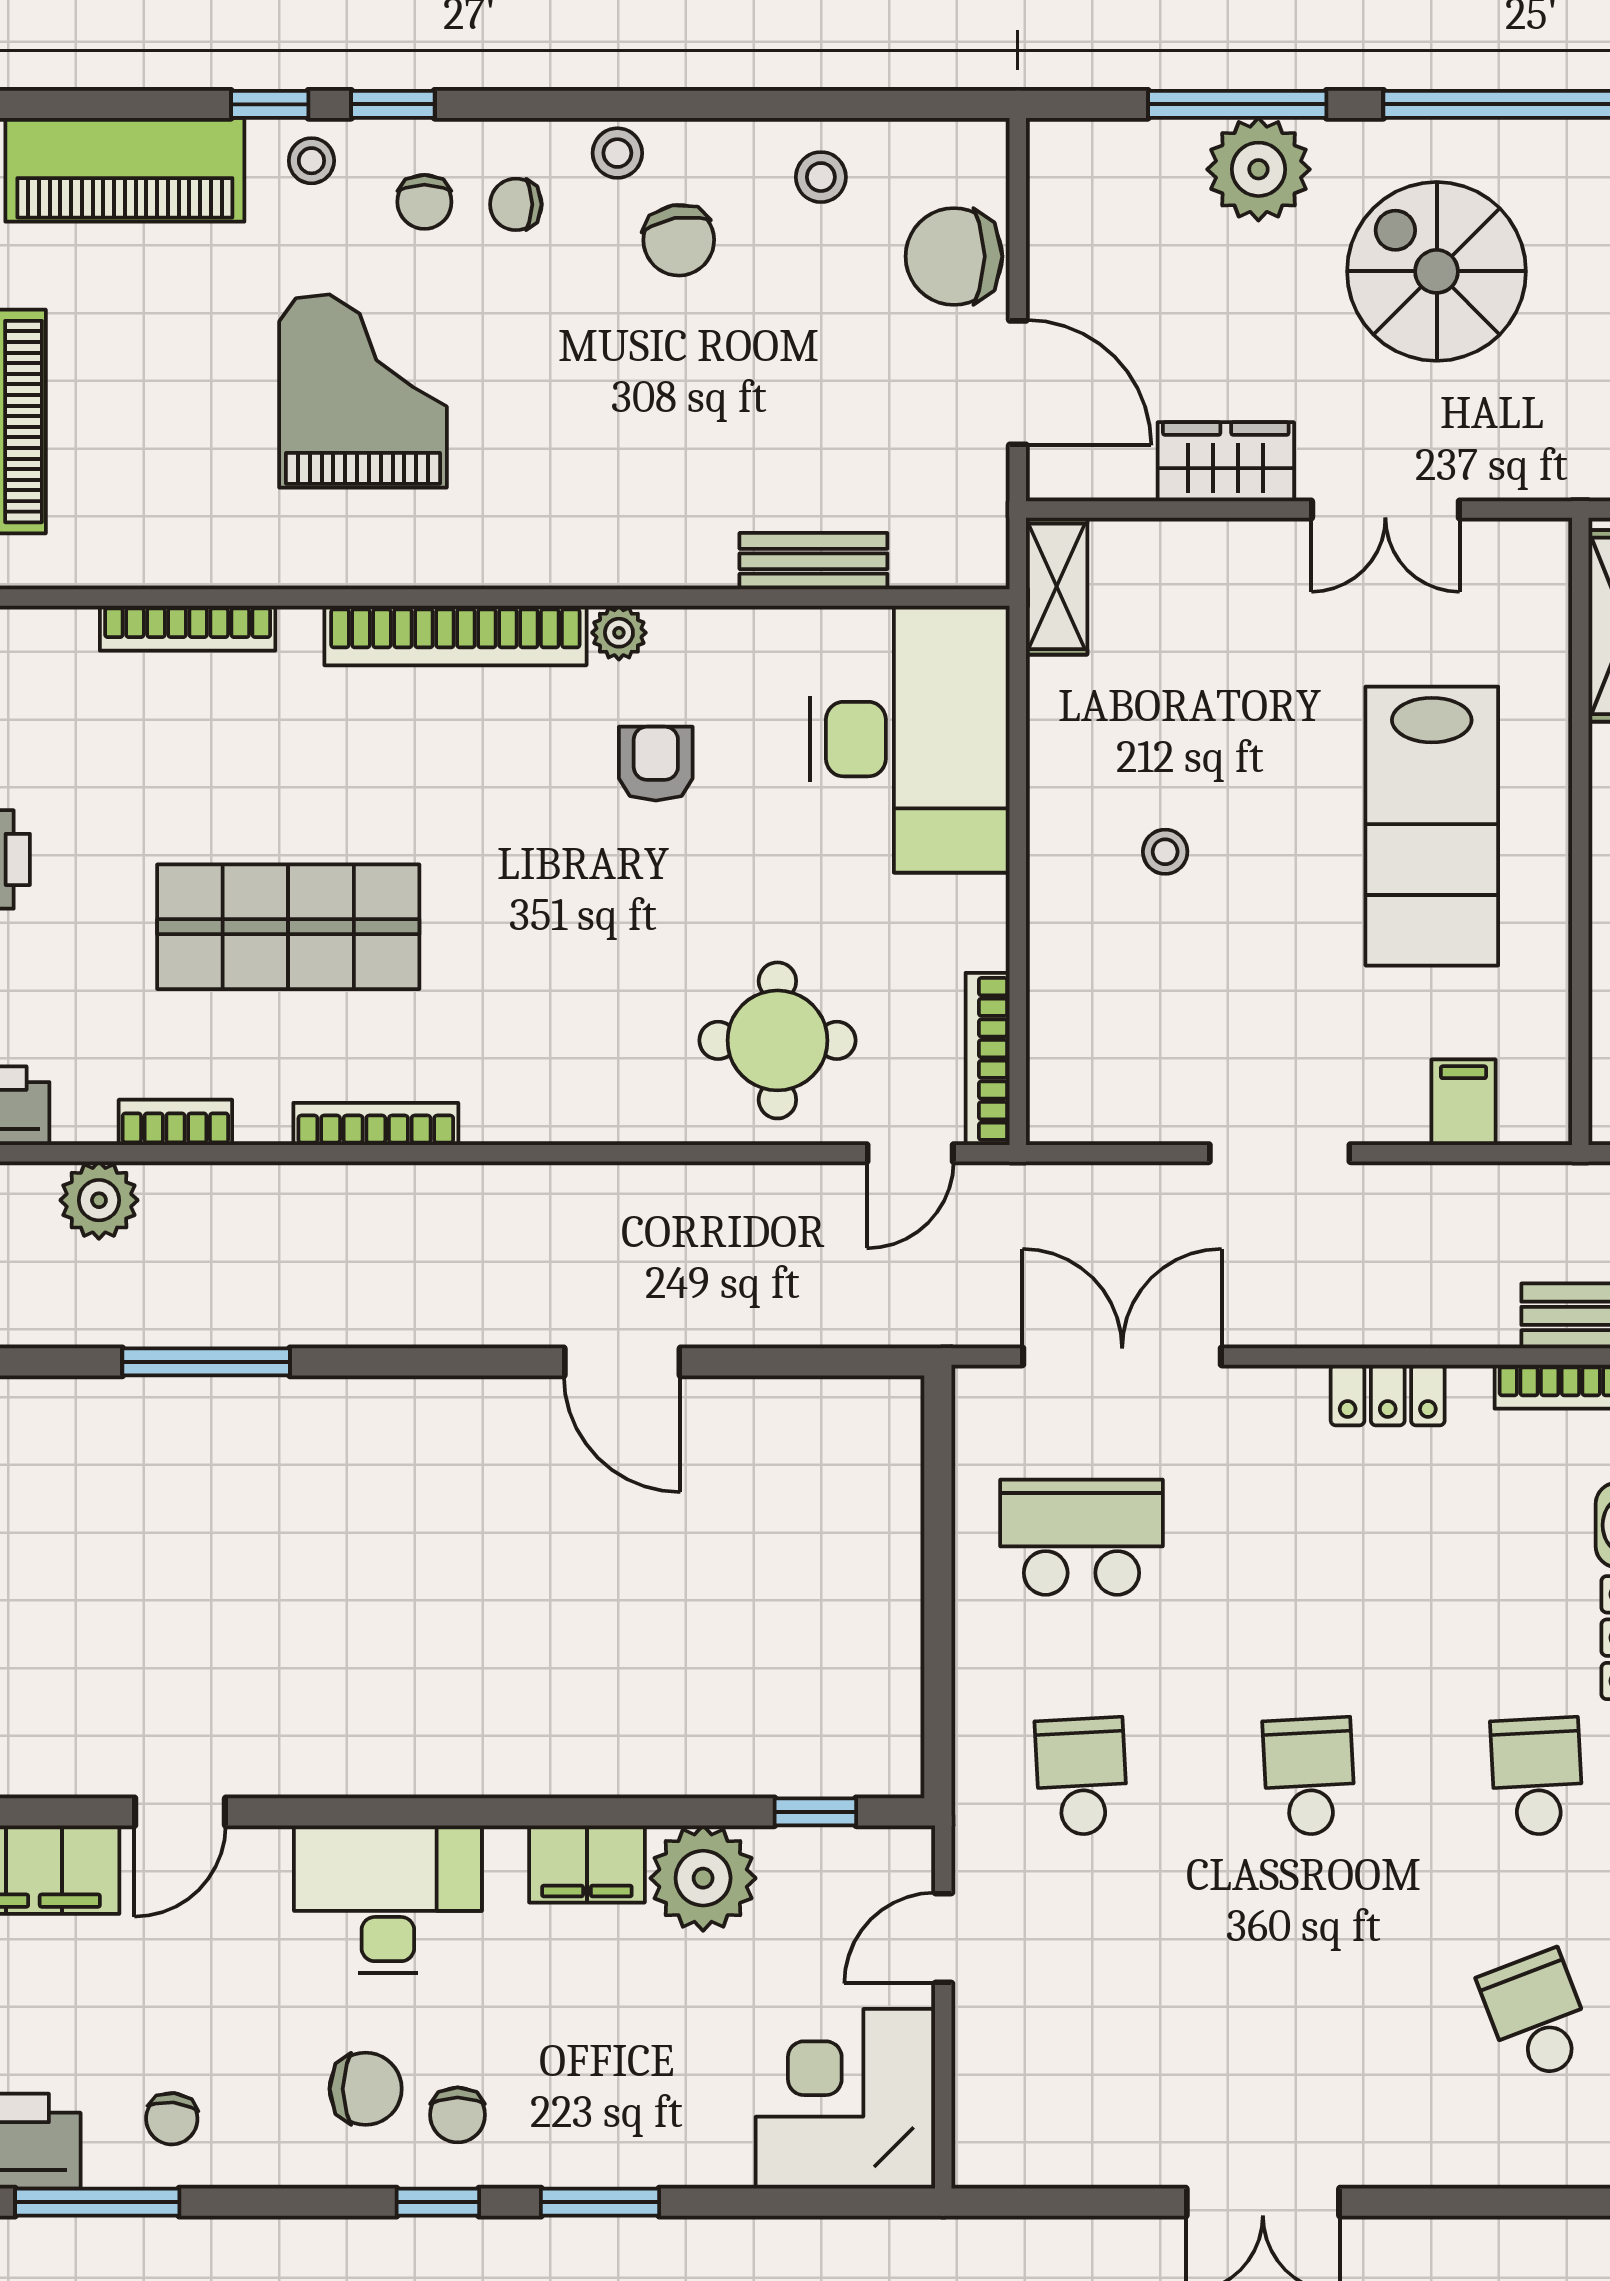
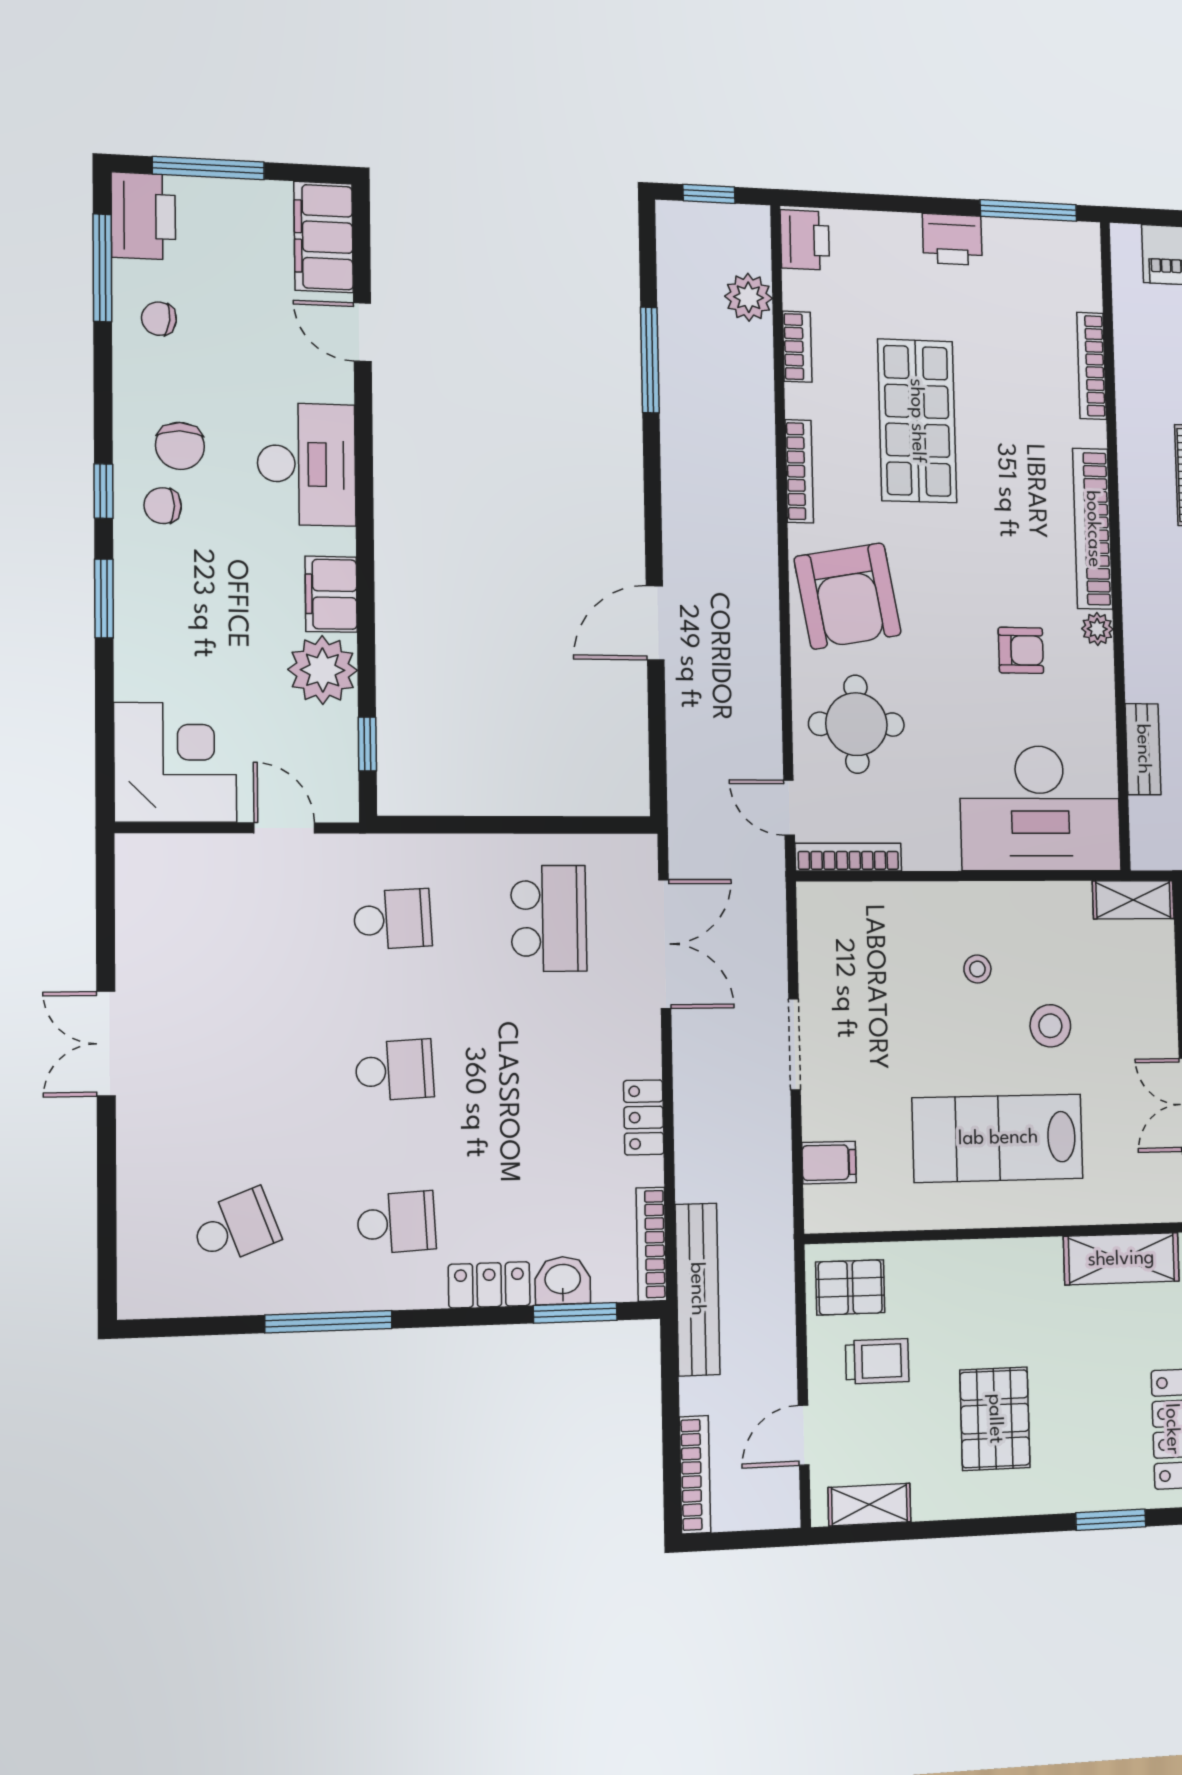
stool: (1256, 733) -> (1050, 1026), added
armchair: (573, 1050) -> (848, 596), added

